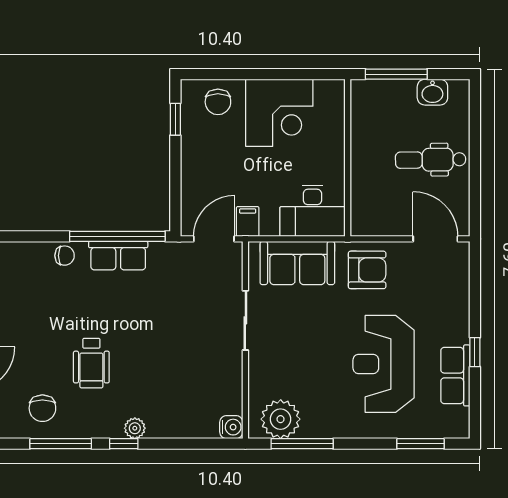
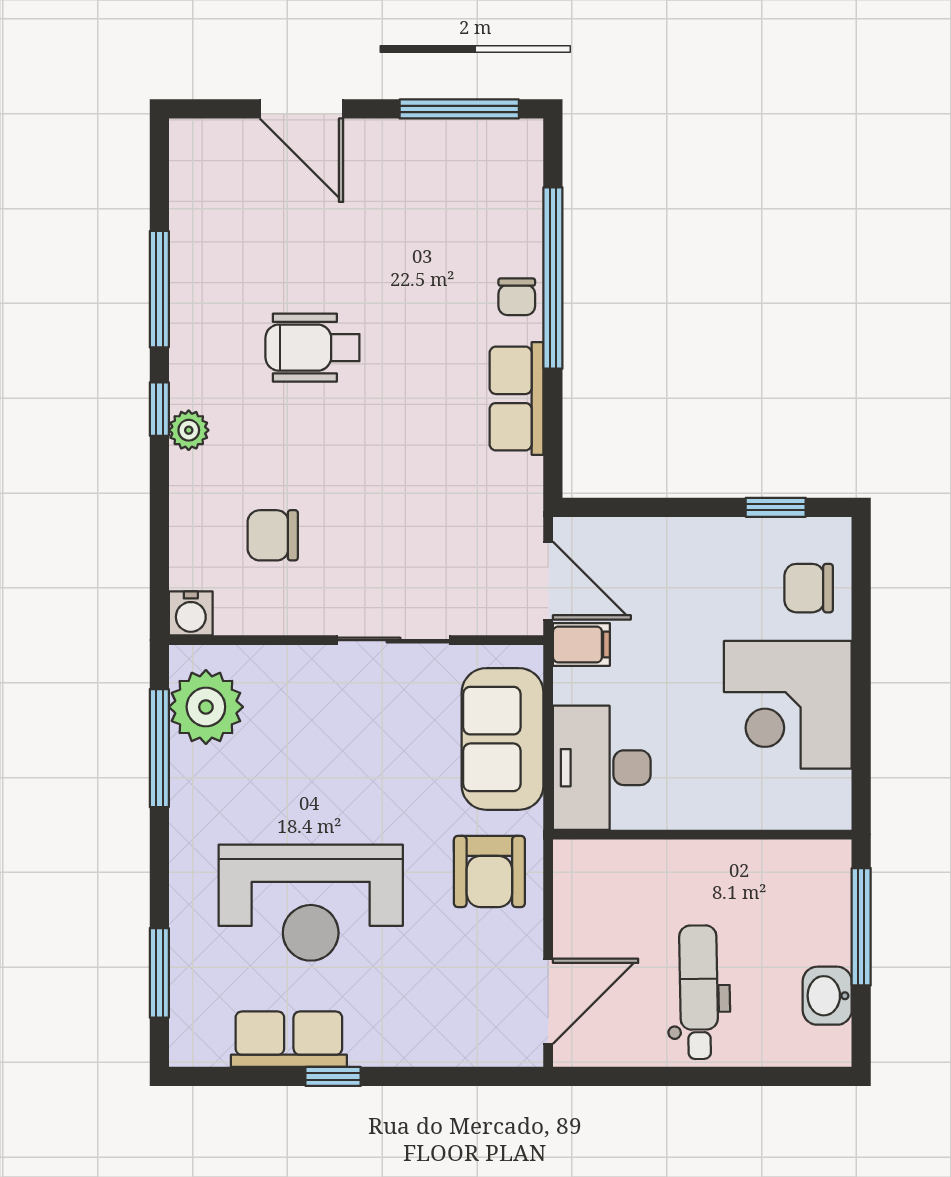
window: (117, 236) -> (553, 278), moved
reception desk: (384, 364) -> (311, 903), turned 180
chair: (42, 408) -> (273, 535), moved

